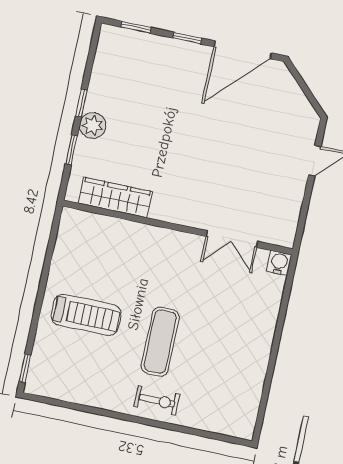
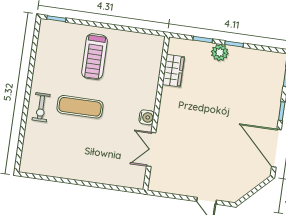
wardrobe: (115, 197) -> (173, 71), width x0.67
water cooler: (279, 263) -> (147, 117), moved

